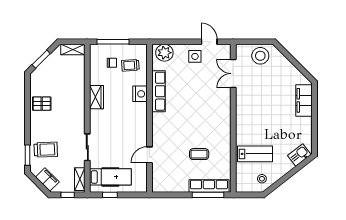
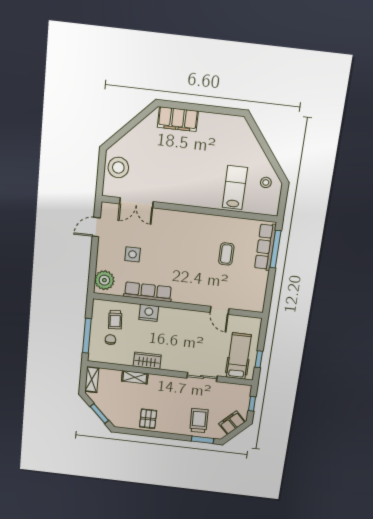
side table: (195, 56) -> (133, 254), moved
kitchen sink: (299, 155) -> (244, 133), removed
shelving: (80, 179) -> (135, 377), moved

